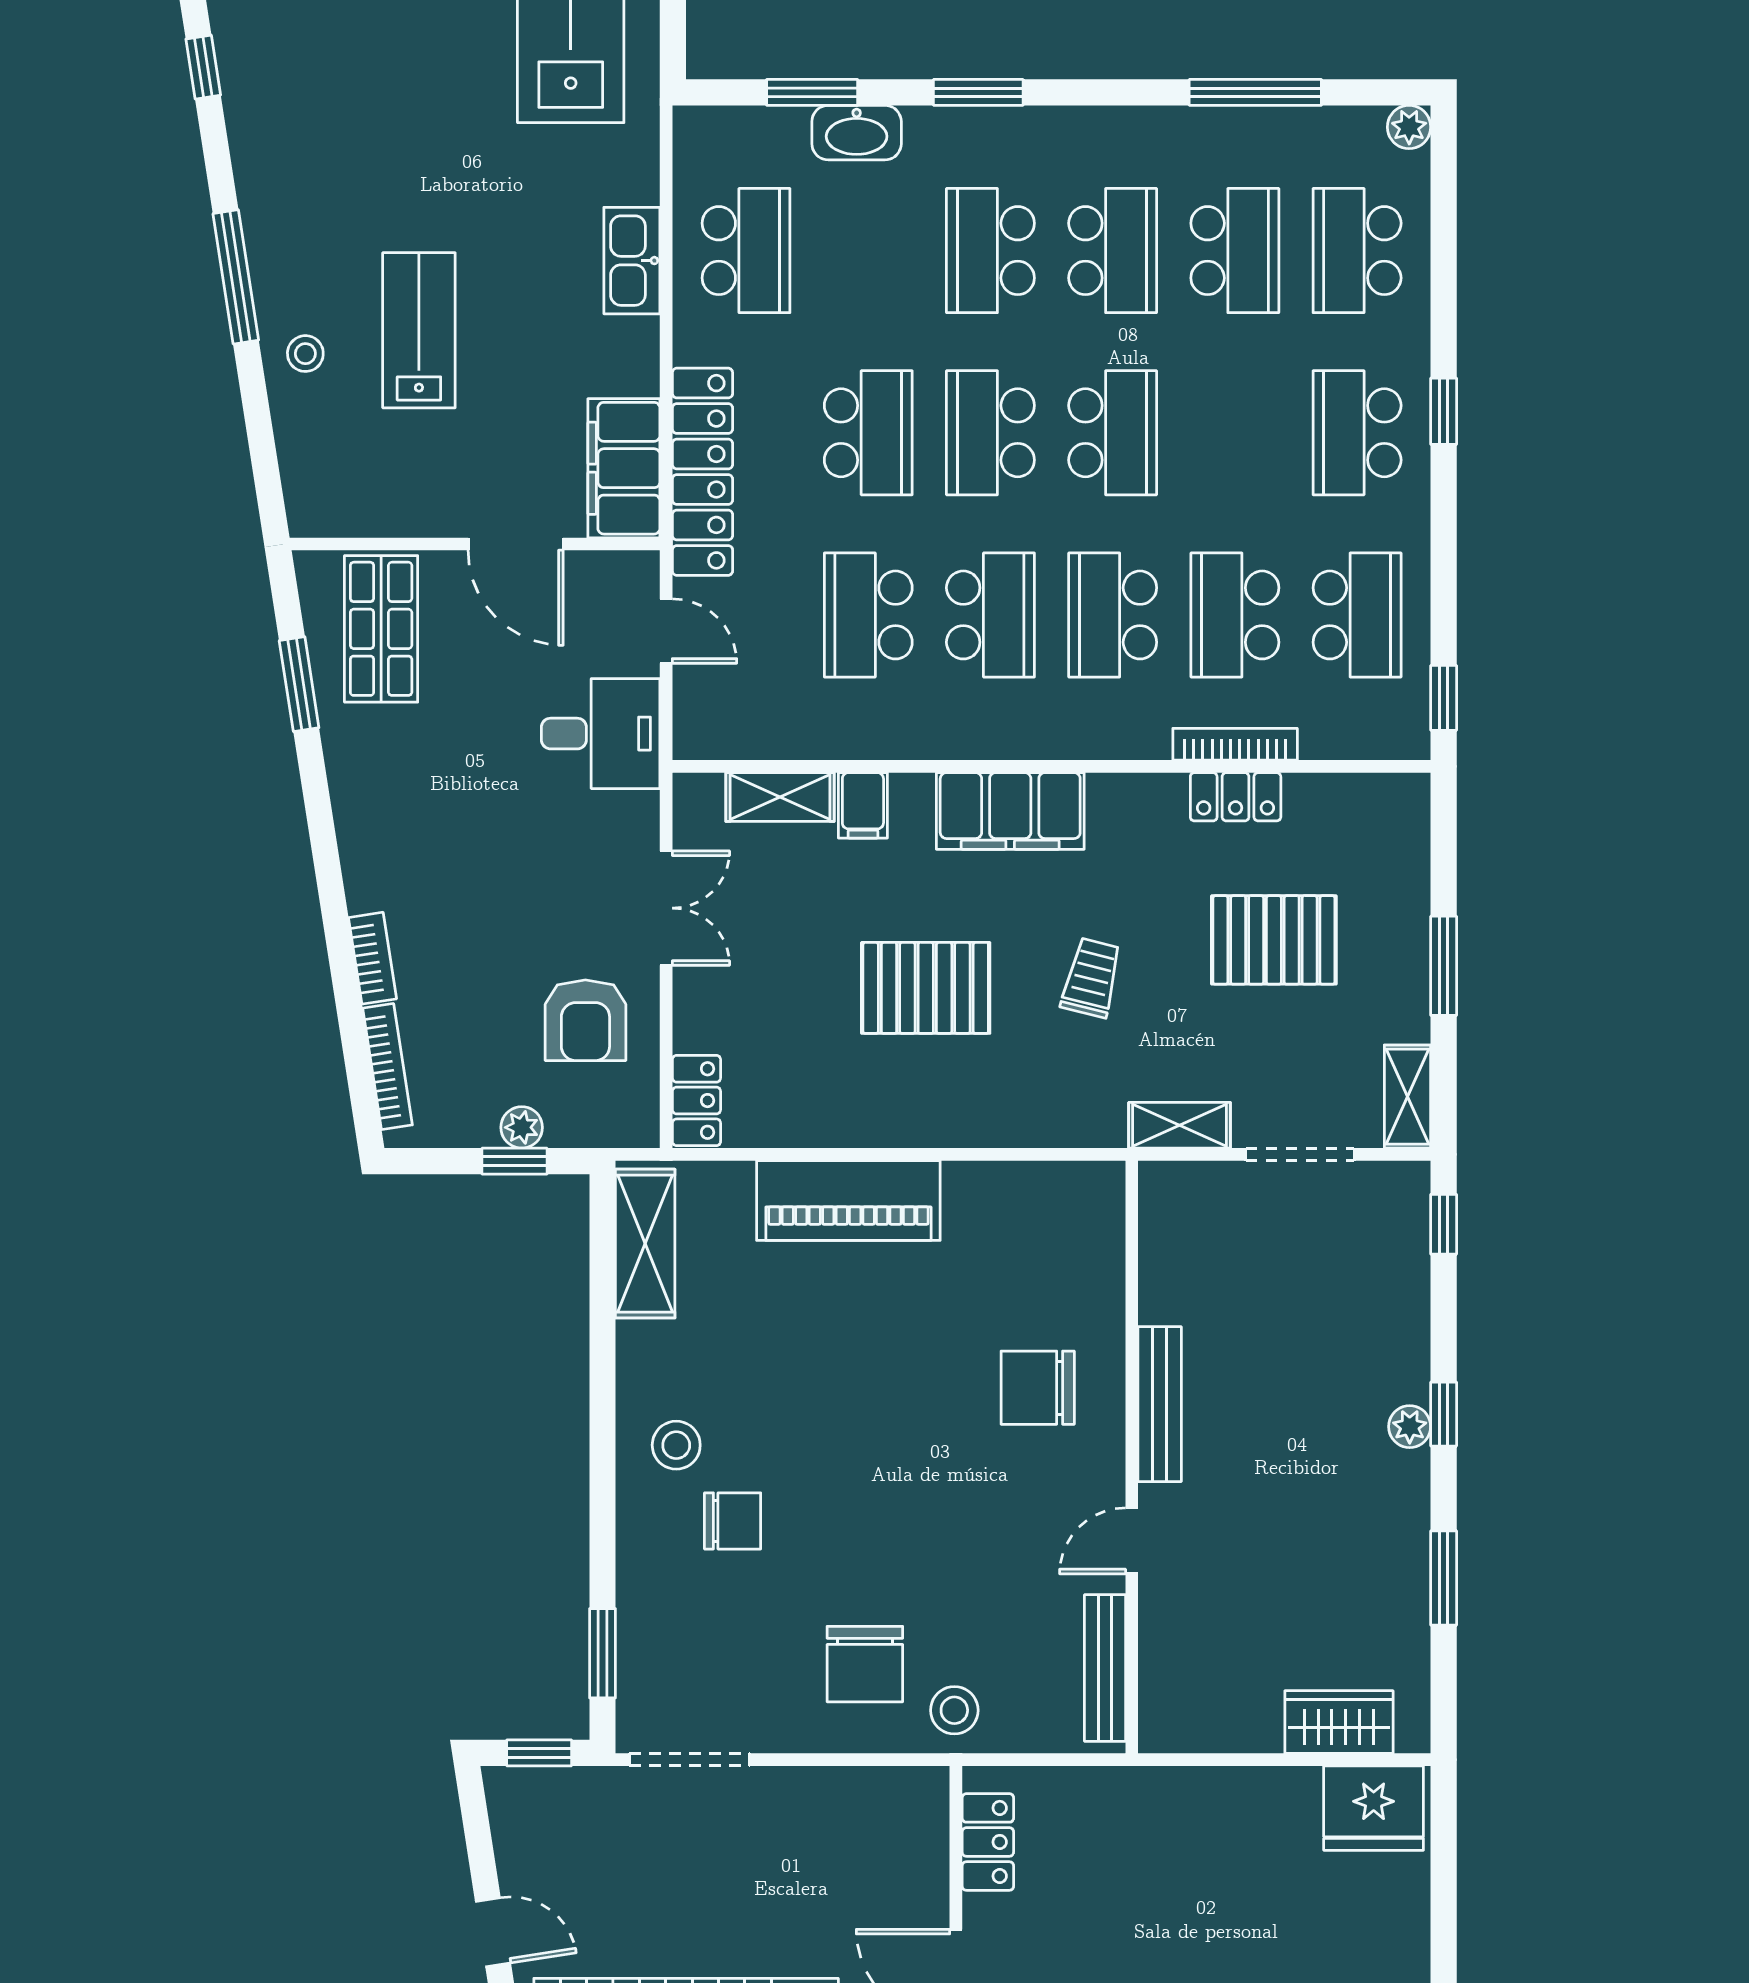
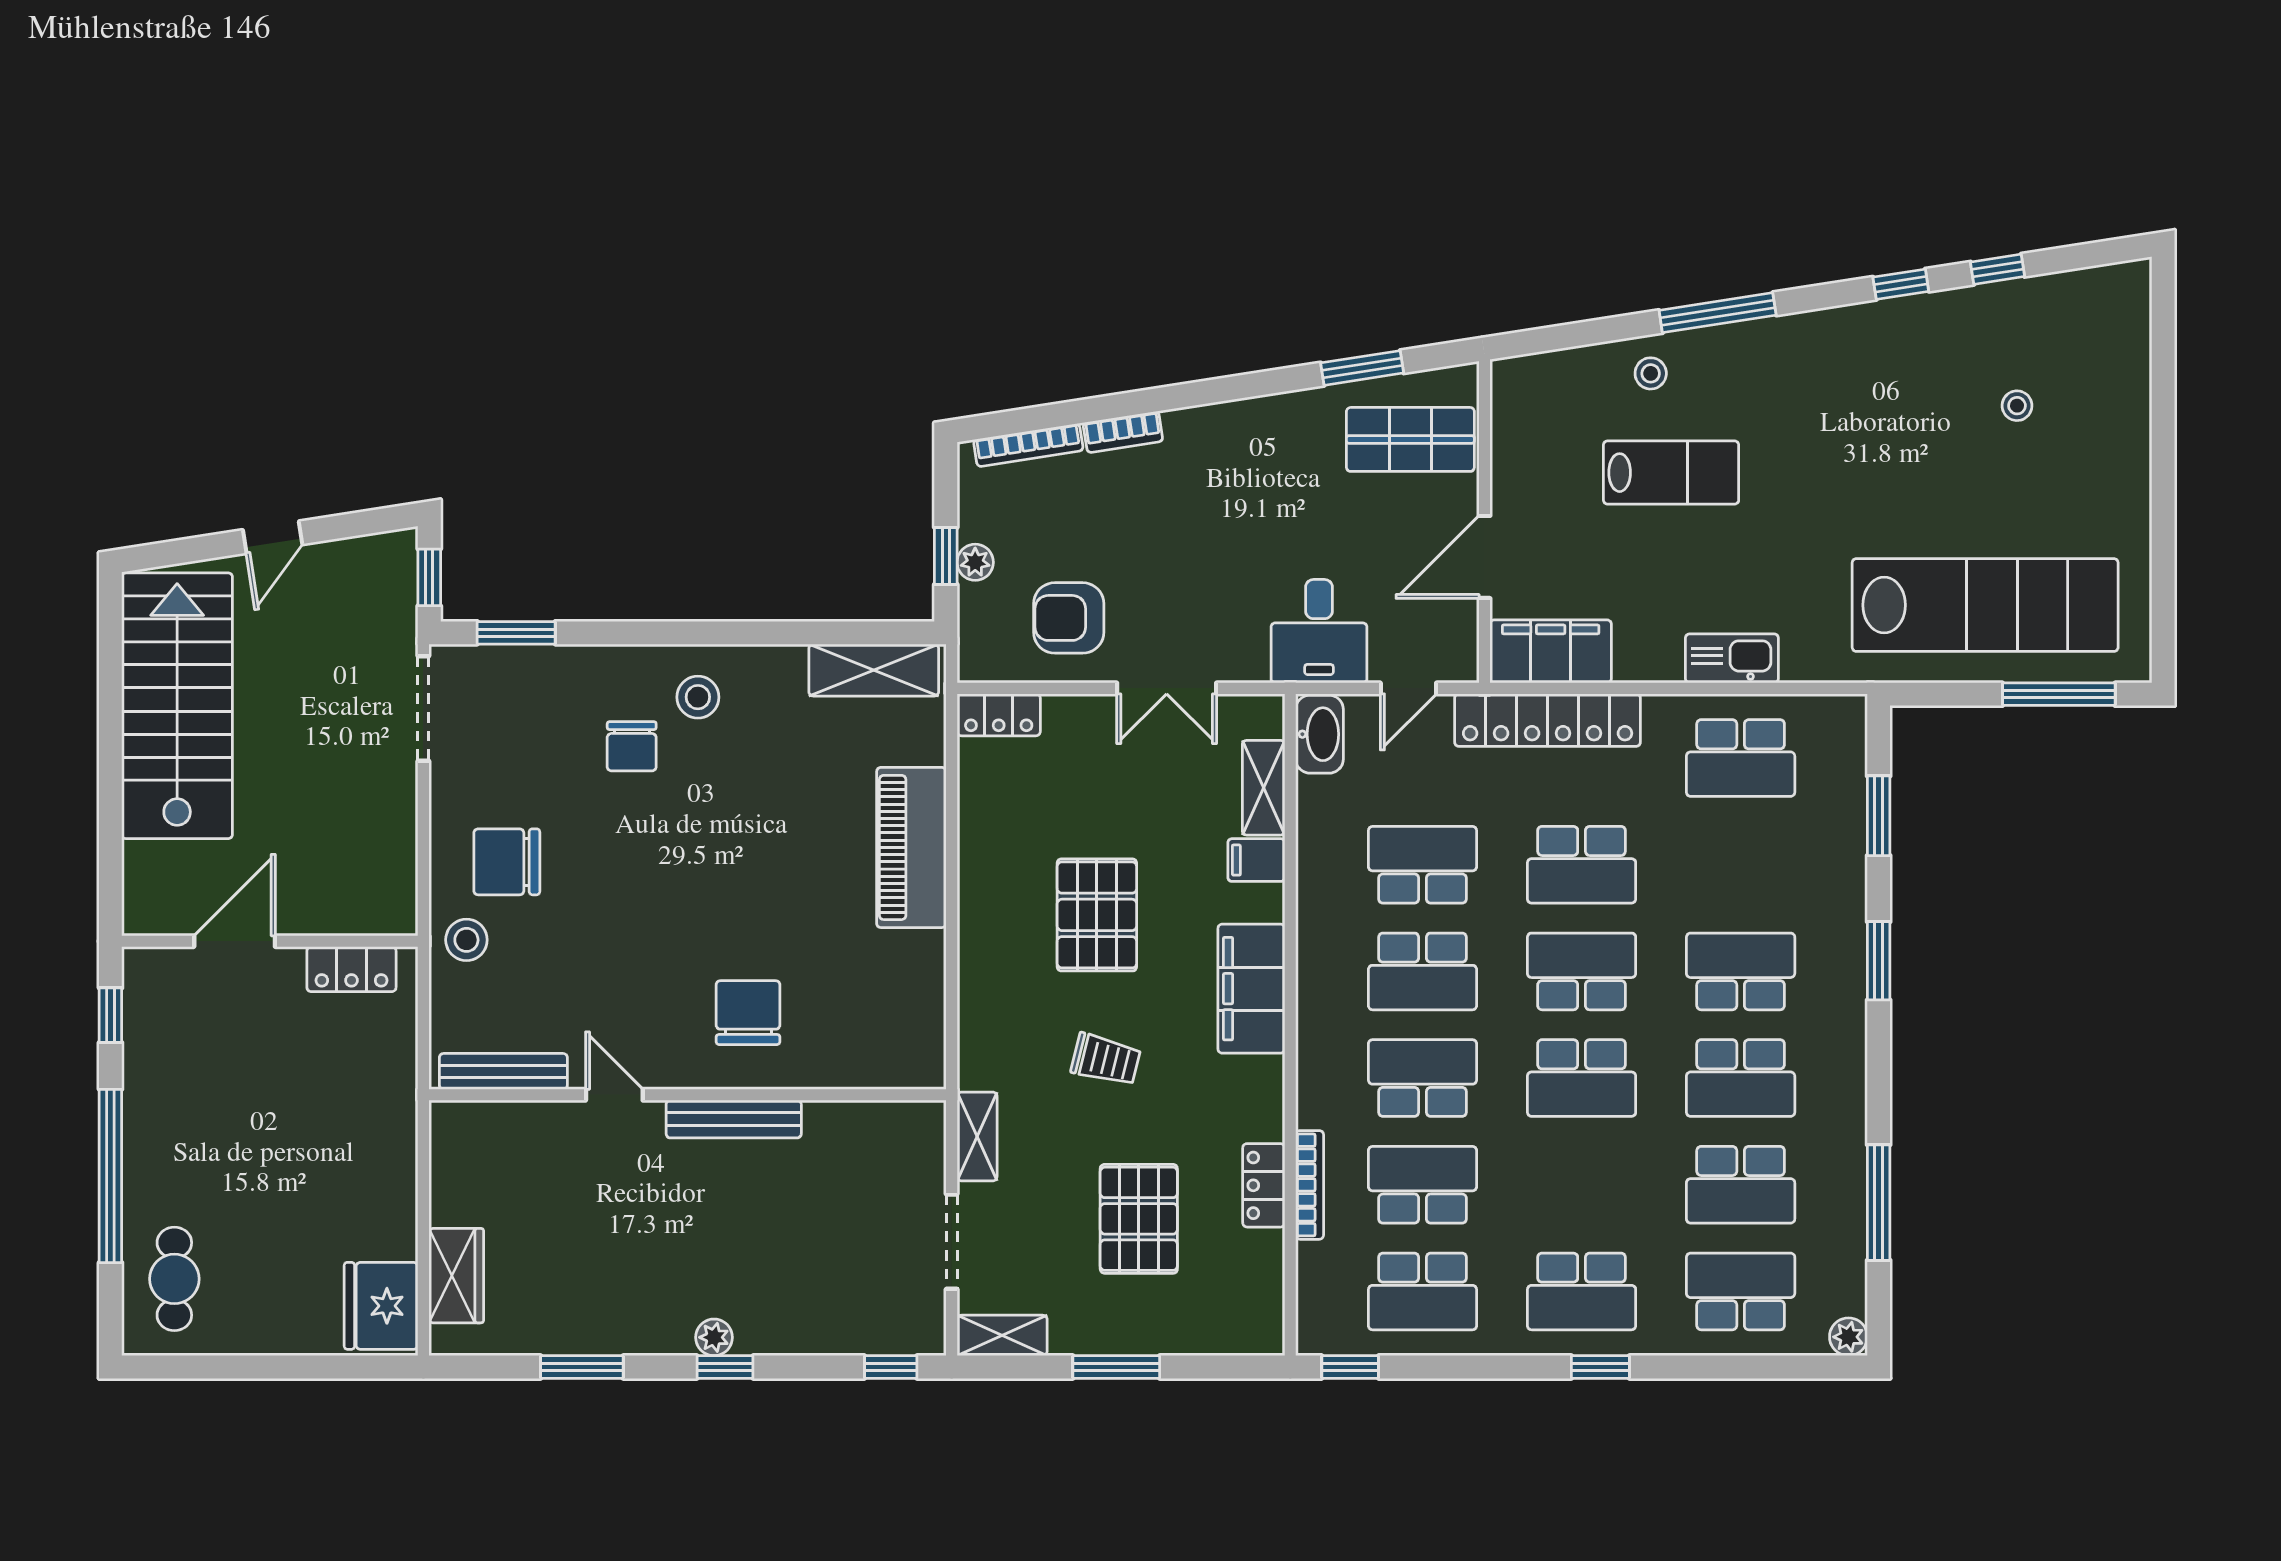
washbasin: (857, 133) -> (1320, 734), moved, turned 180
school desk: (1357, 433) -> (1582, 1291), turned 180

